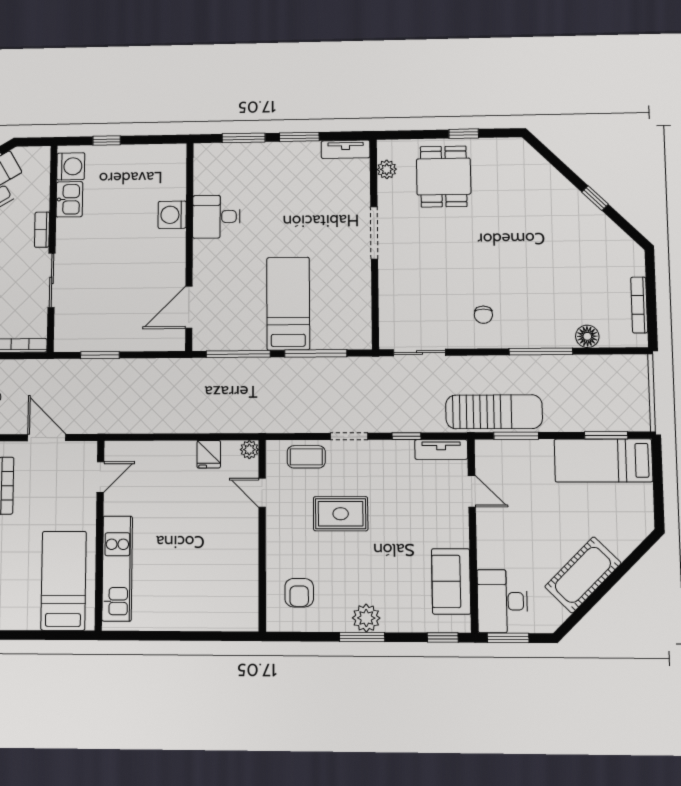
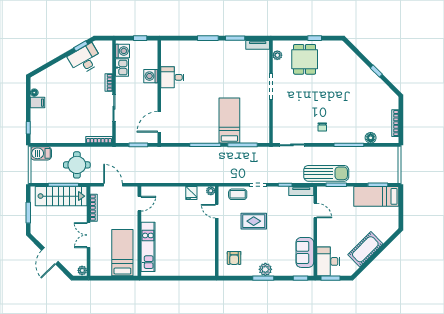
washing machine: (172, 215) -> (151, 76), moved
desk: (216, 217) -> (172, 77), moved
wall: (189, 246) -> (159, 92), moved
door: (189, 307) -> (159, 122), moved

